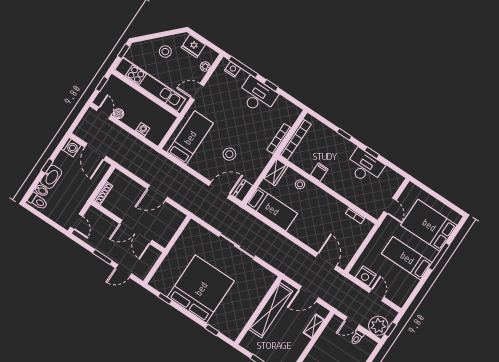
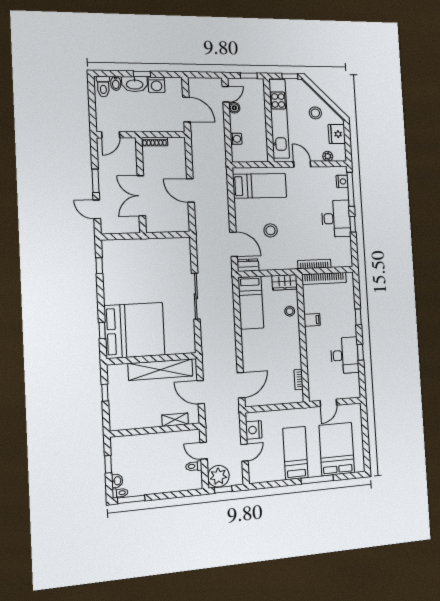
washing machine: (71, 147) -> (156, 85), moved
door: (95, 152) -> (186, 109), swing flipped
bed: (201, 289) -> (135, 330), moved

